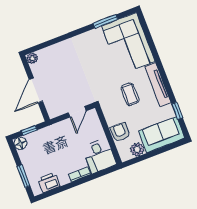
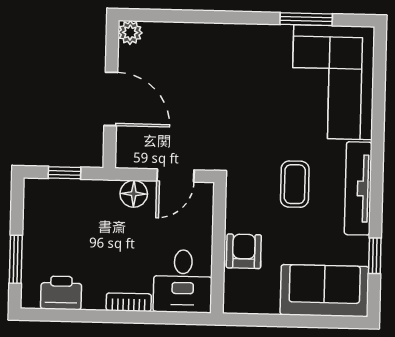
door: (36, 90) -> (111, 99), swing flipped
floor lamp: (20, 143) -> (134, 194), moved
plant: (137, 149) -> (263, 300), removed

